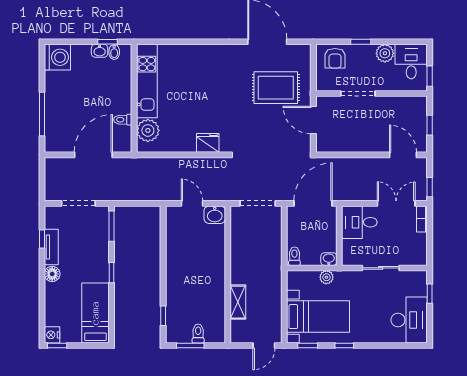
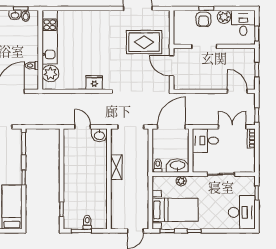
armchair: (335, 58) -> (203, 19), moved
washbasin: (329, 259) -> (178, 166), width x1.91, depth x1.45
shelving: (238, 302) -> (116, 167), moved

